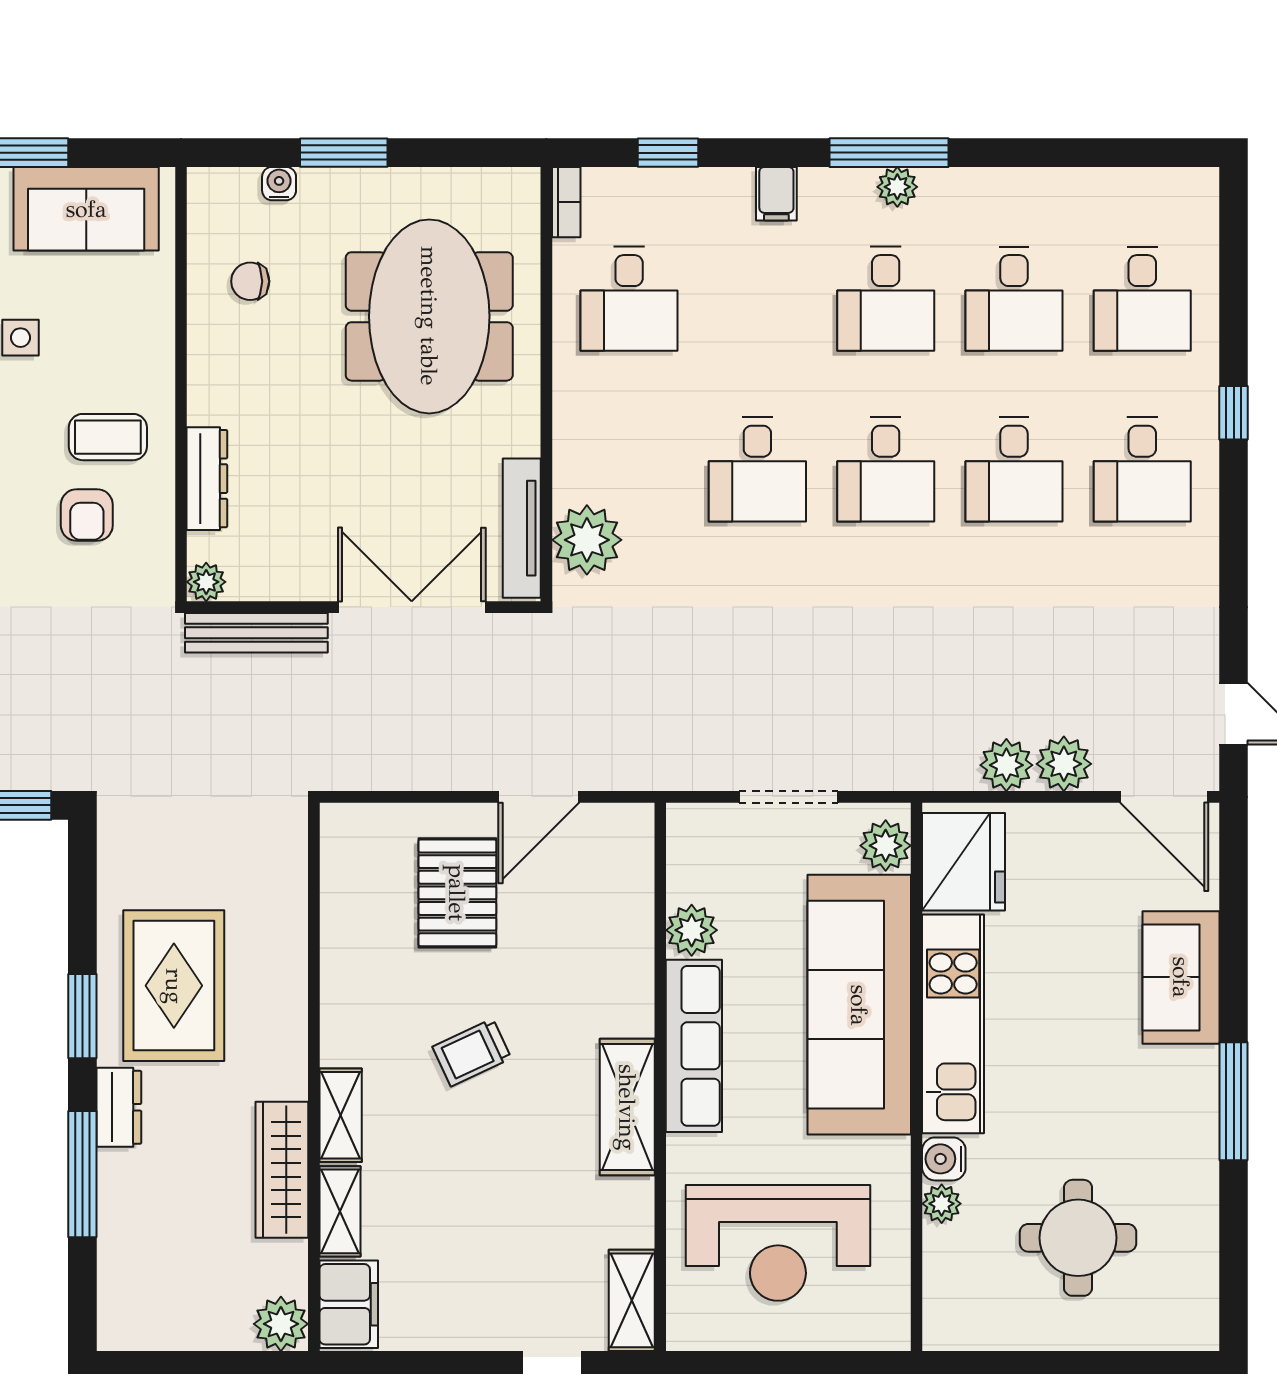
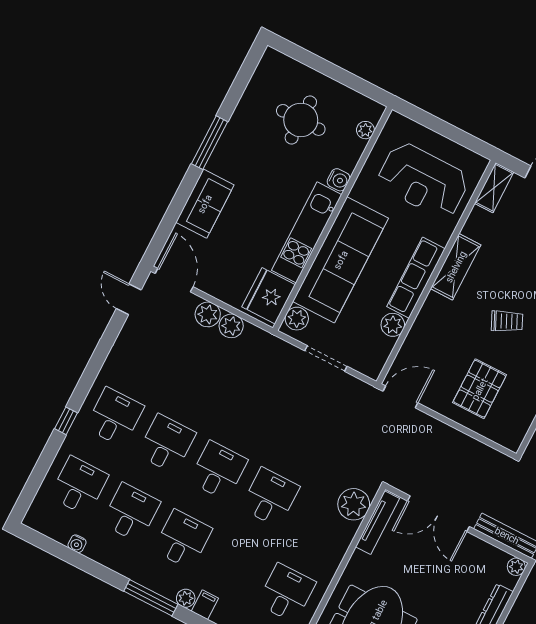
water cooler: (1088, 184) -> (77, 544), added
plant: (897, 187) -> (186, 598), moved
door: (539, 797) -> (400, 397), moved
plant: (942, 1204) -> (365, 130), moved
reception desk: (778, 1243) -> (423, 180), turned 180

